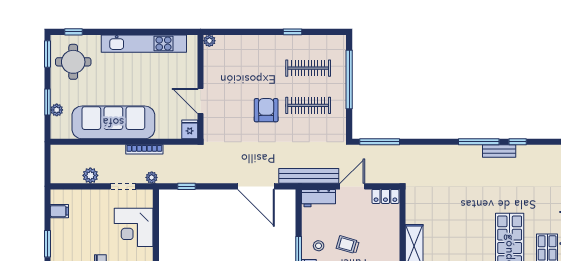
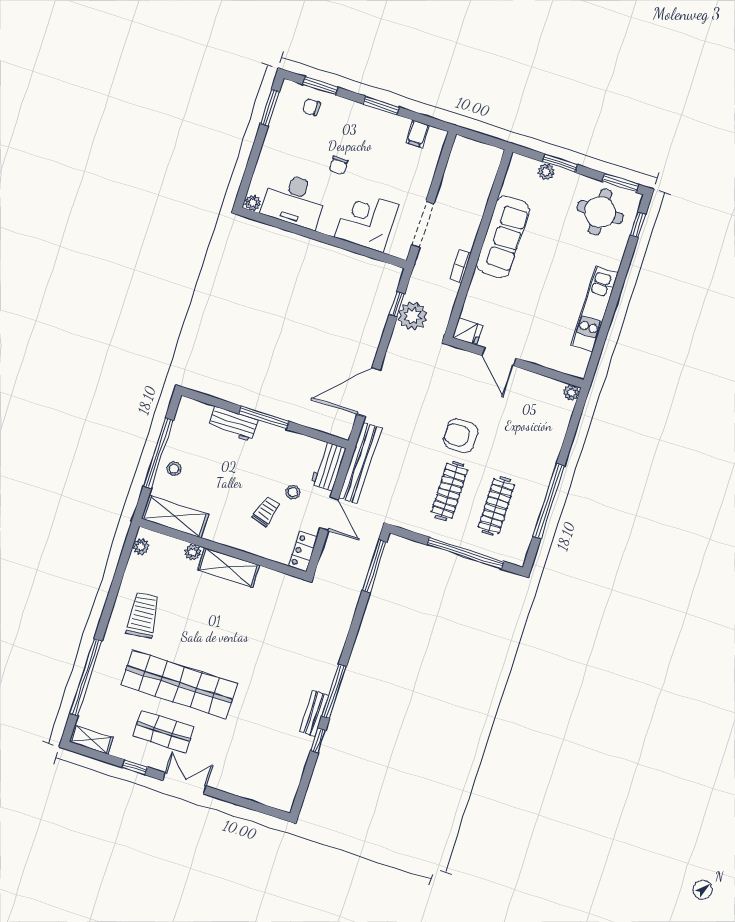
window: (292, 32) -> (549, 501), width x3.17
kitchen unit: (144, 44) -> (594, 309), width x0.73
door: (200, 101) -> (499, 357), swing flipped
armchair: (266, 110) -> (460, 436), turned 180
sofa: (113, 122) -> (503, 237), width x0.74, depth x0.79
bookcase: (144, 149) -> (461, 266), width x0.64
plant: (90, 175) -> (450, 187), removed
plant: (152, 177) -> (413, 316), moved, width x1.87, depth x1.87
doorway: (123, 186) -> (423, 224), width x1.38
trolley: (348, 245) -> (266, 511), moved
stool: (319, 246) -> (293, 492), moved

